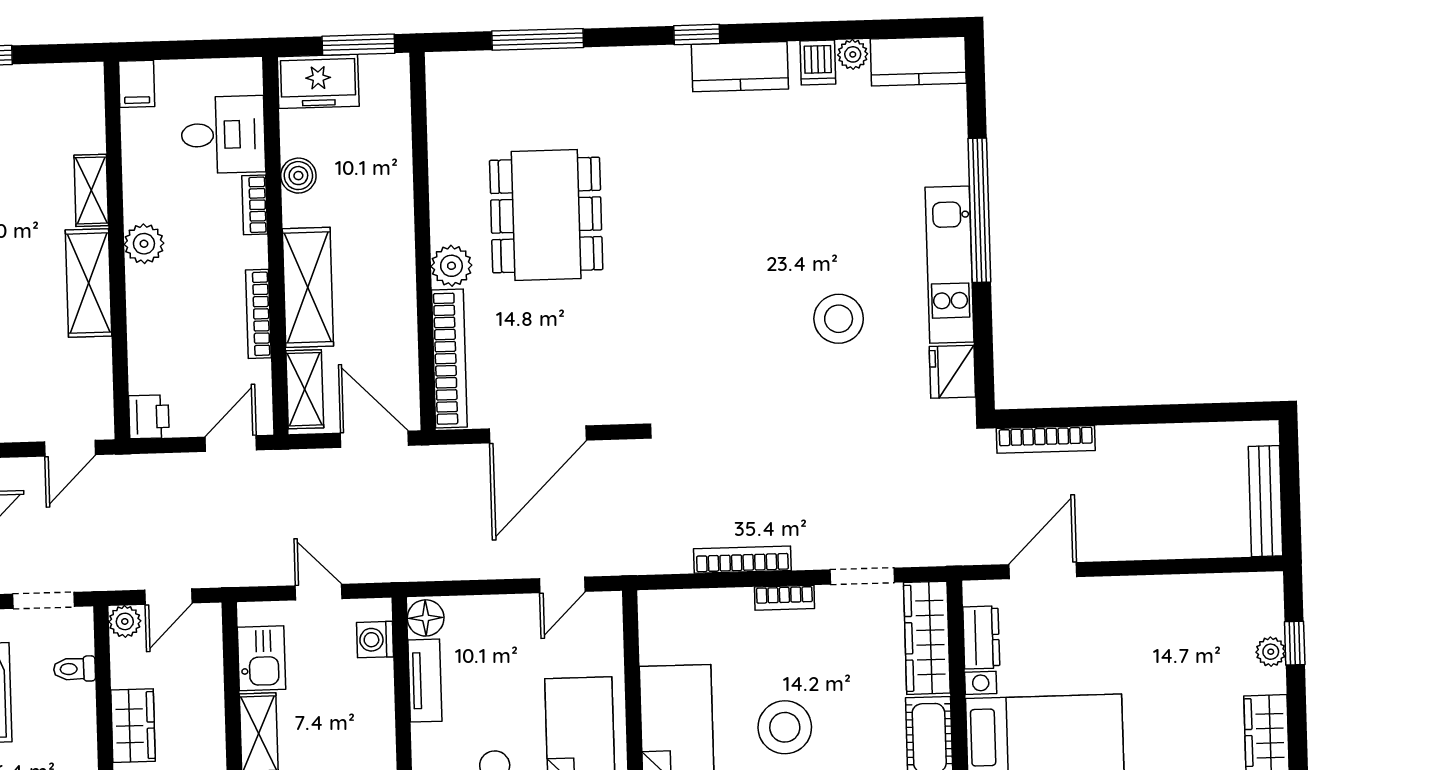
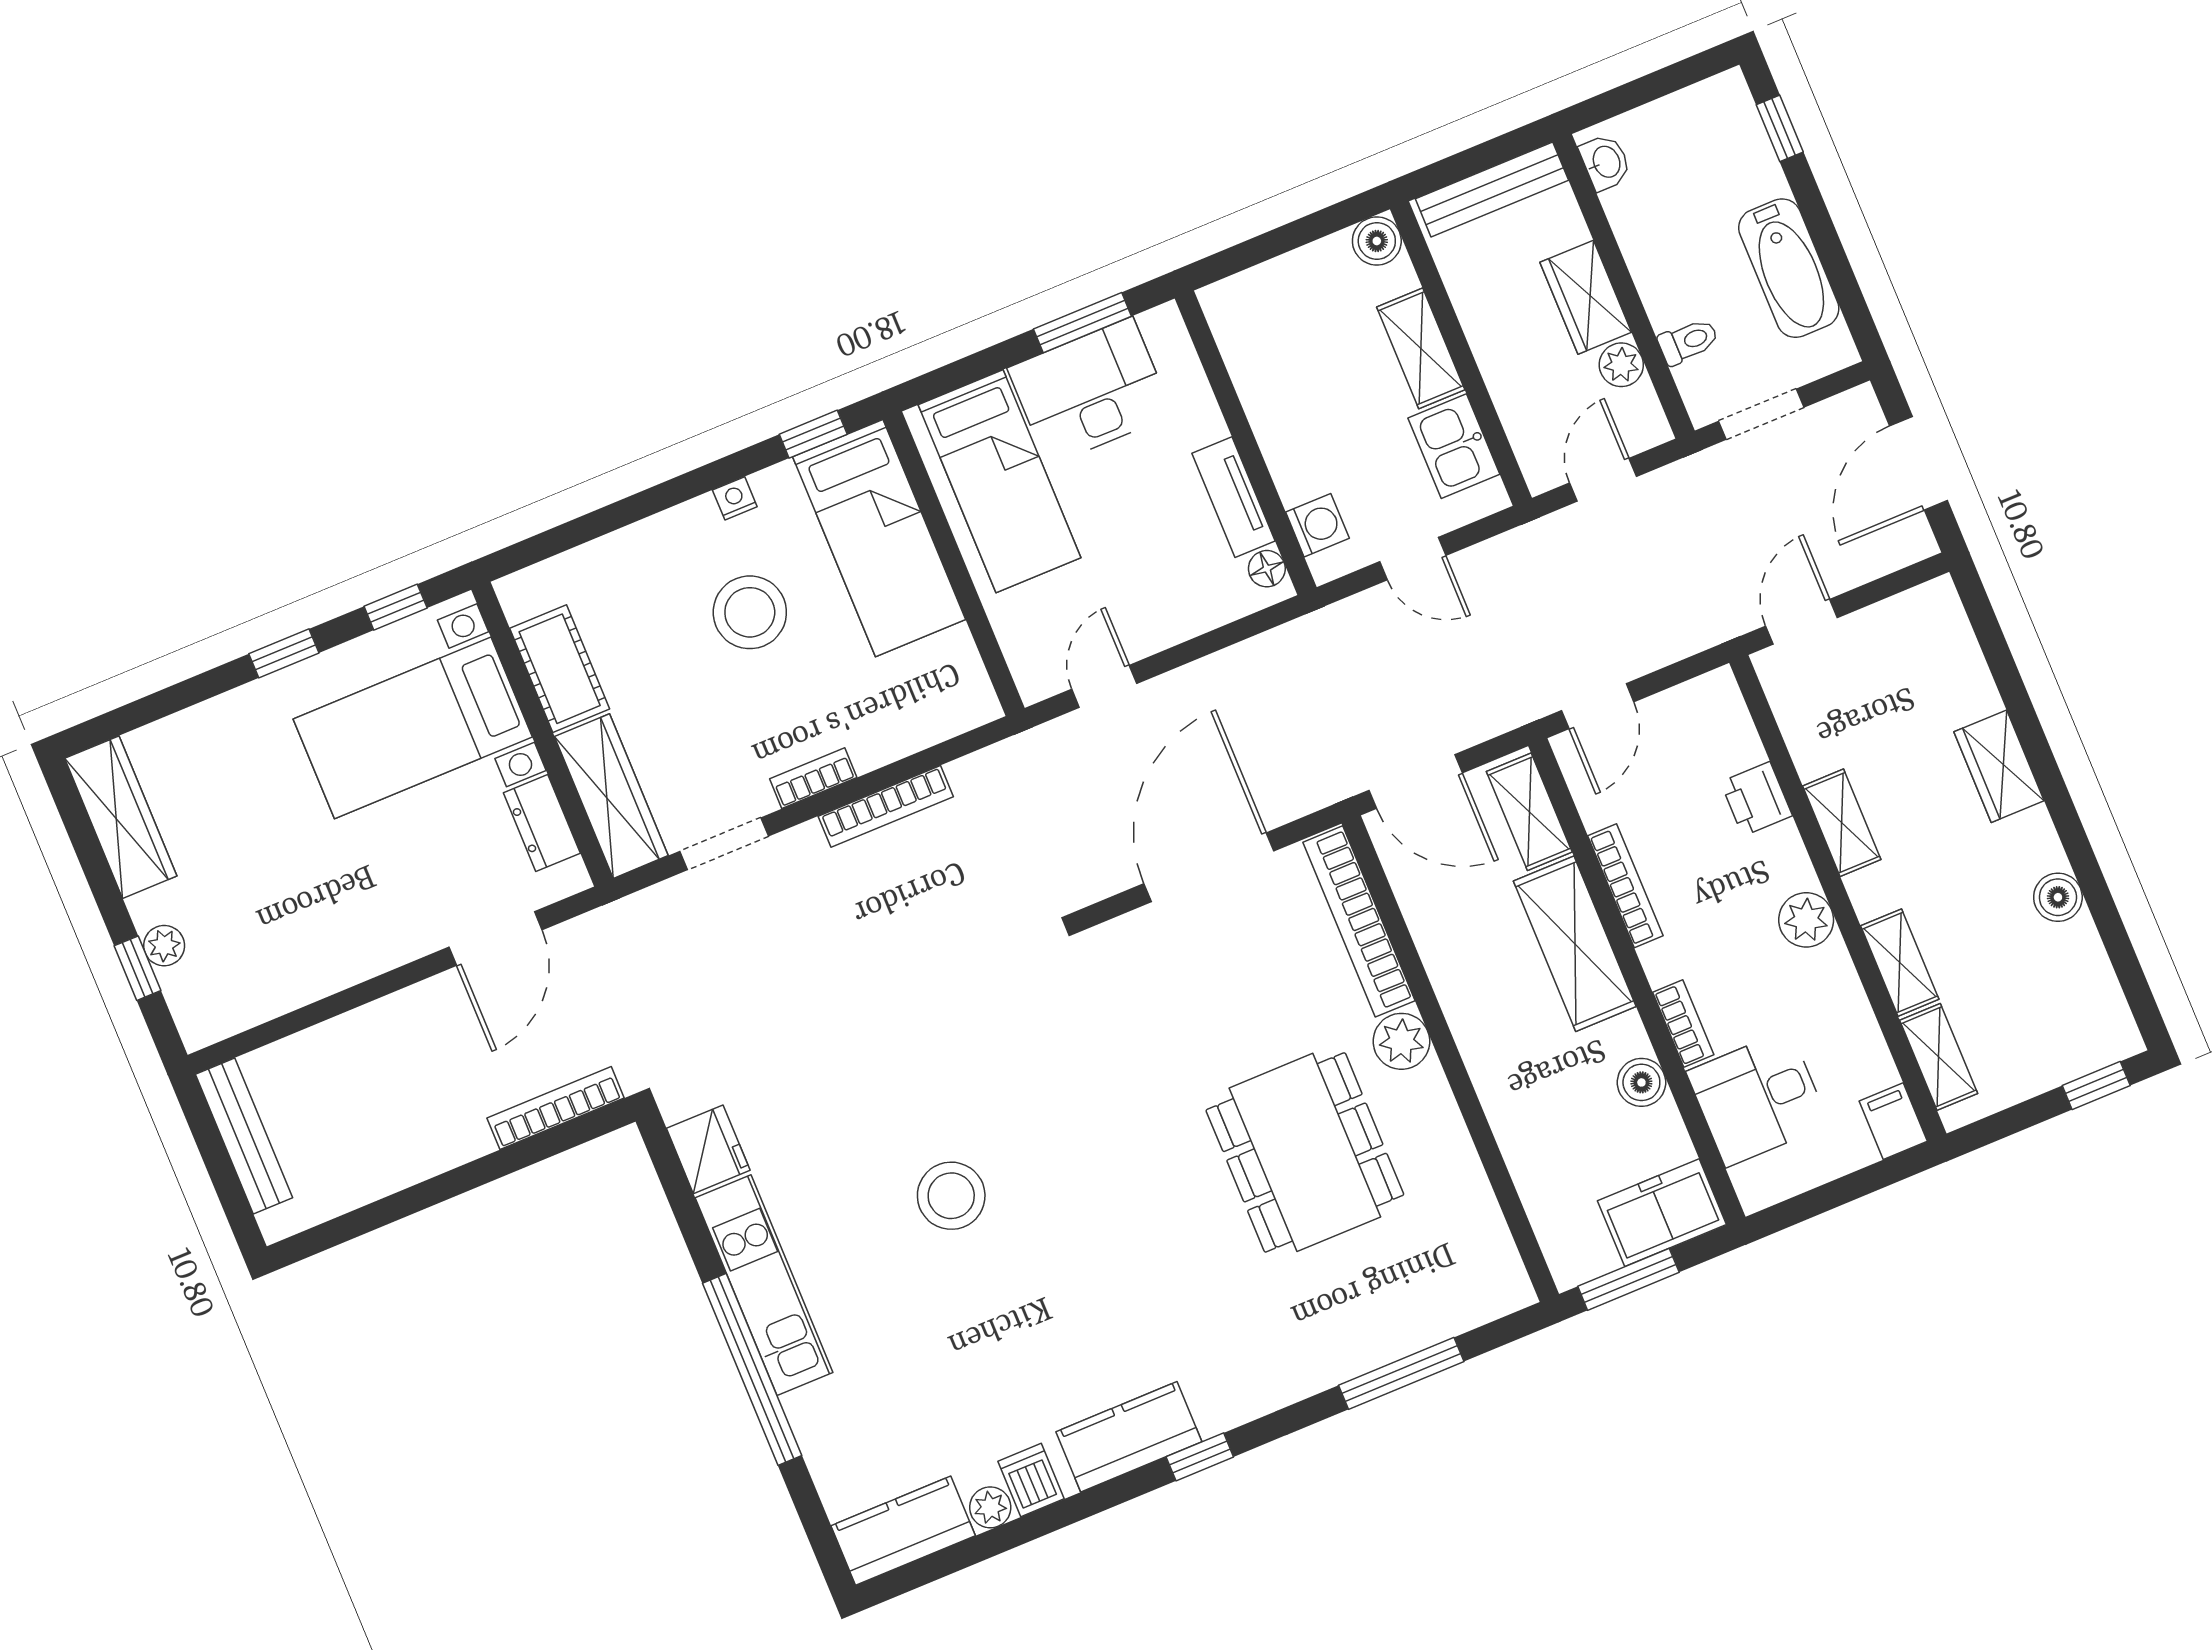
shelving: (89, 116) -> (1939, 1057), added
shelving: (89, 283) -> (1842, 823), width x0.67, depth x0.75
stool: (839, 319) -> (951, 1196), moved
printer: (149, 417) -> (1756, 799), moved
floor lamp: (426, 618) -> (1267, 569), width x0.73, depth x0.73
plant: (125, 621) -> (1621, 365), moved

